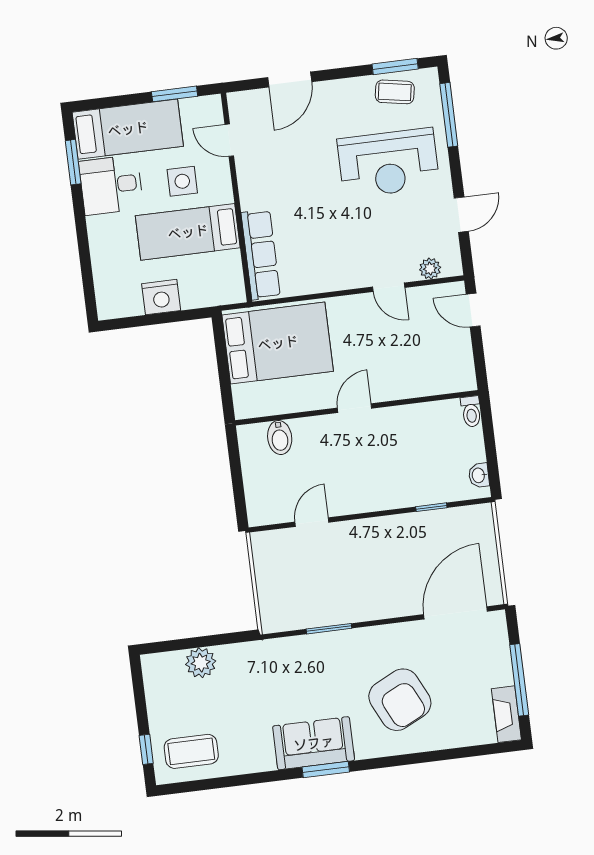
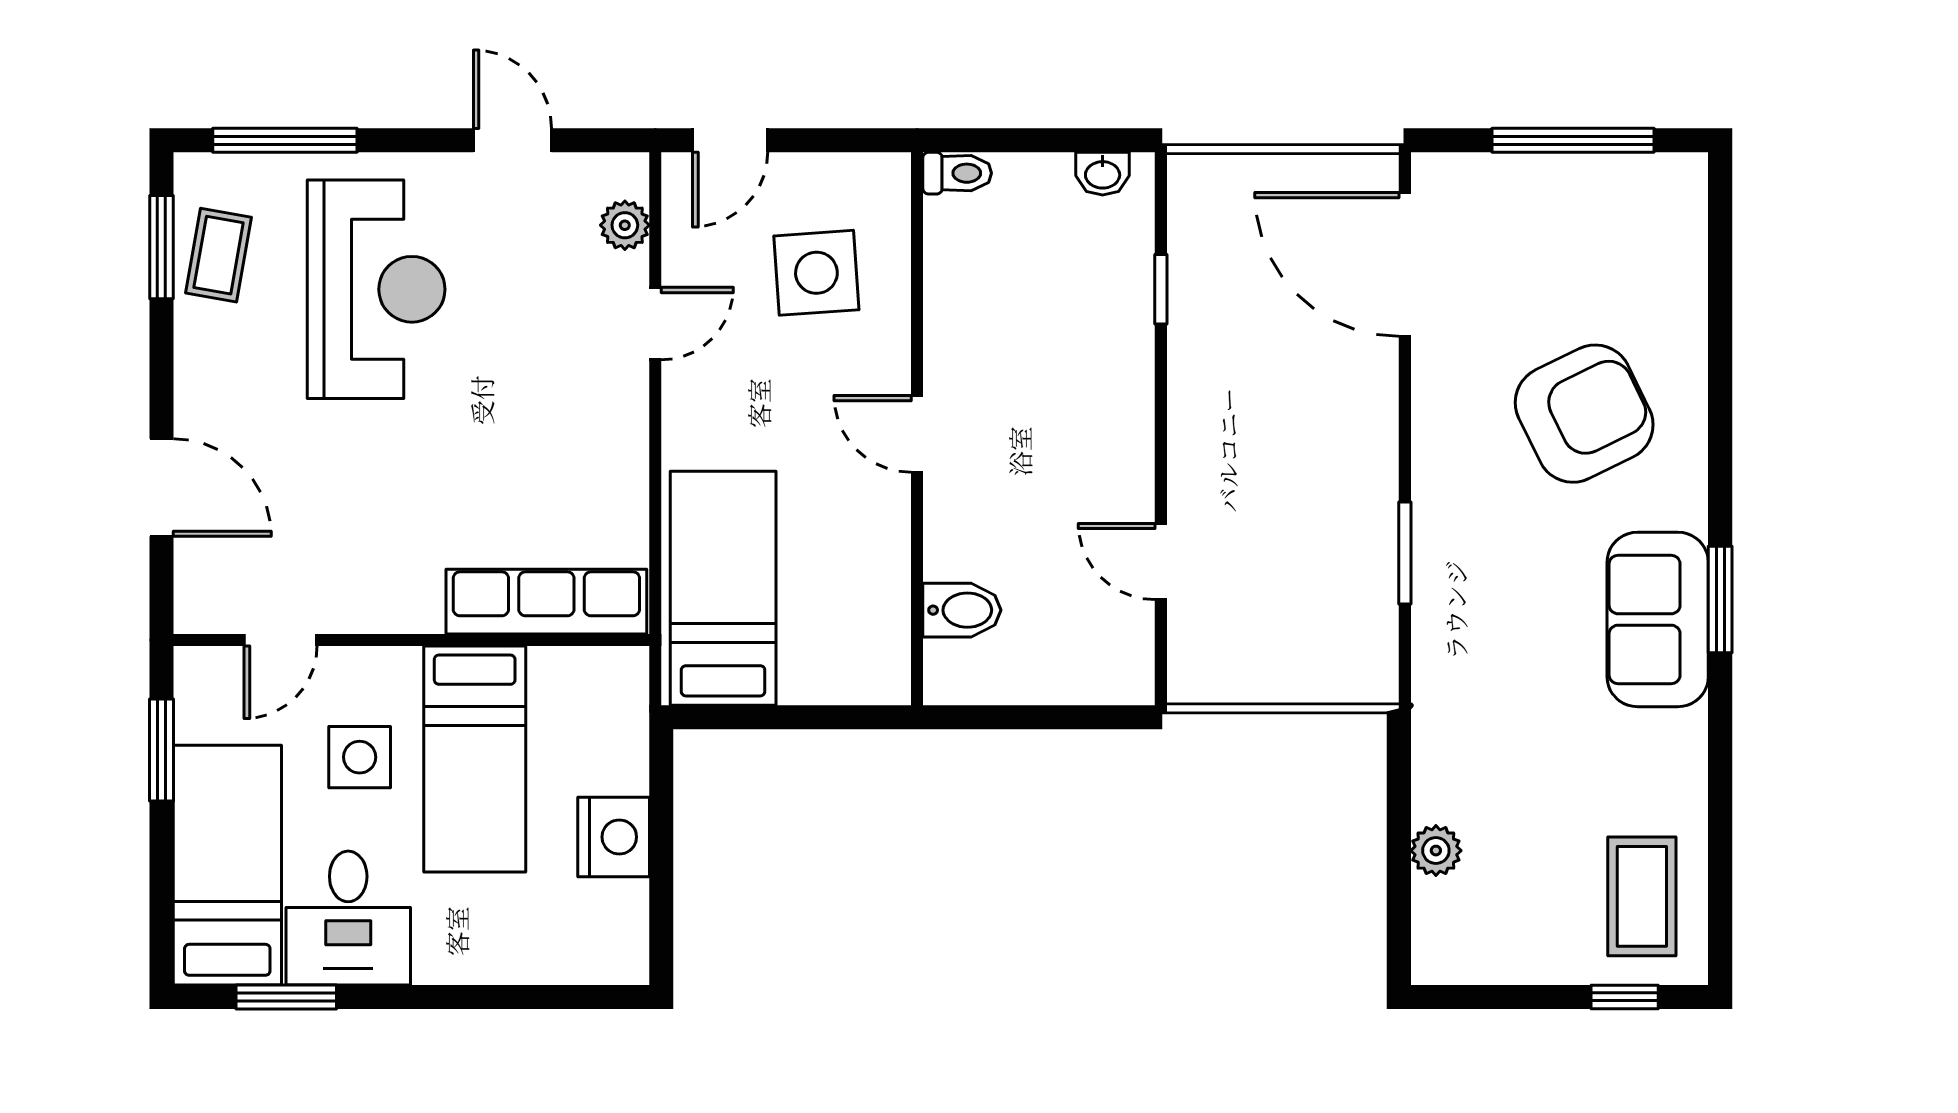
bed: (278, 343) -> (723, 588), width x0.67
side table: (420, 355) -> (816, 273), added
plant: (201, 663) -> (1436, 851), width x0.73, depth x0.73
fireplace: (506, 714) -> (1647, 178), removed

